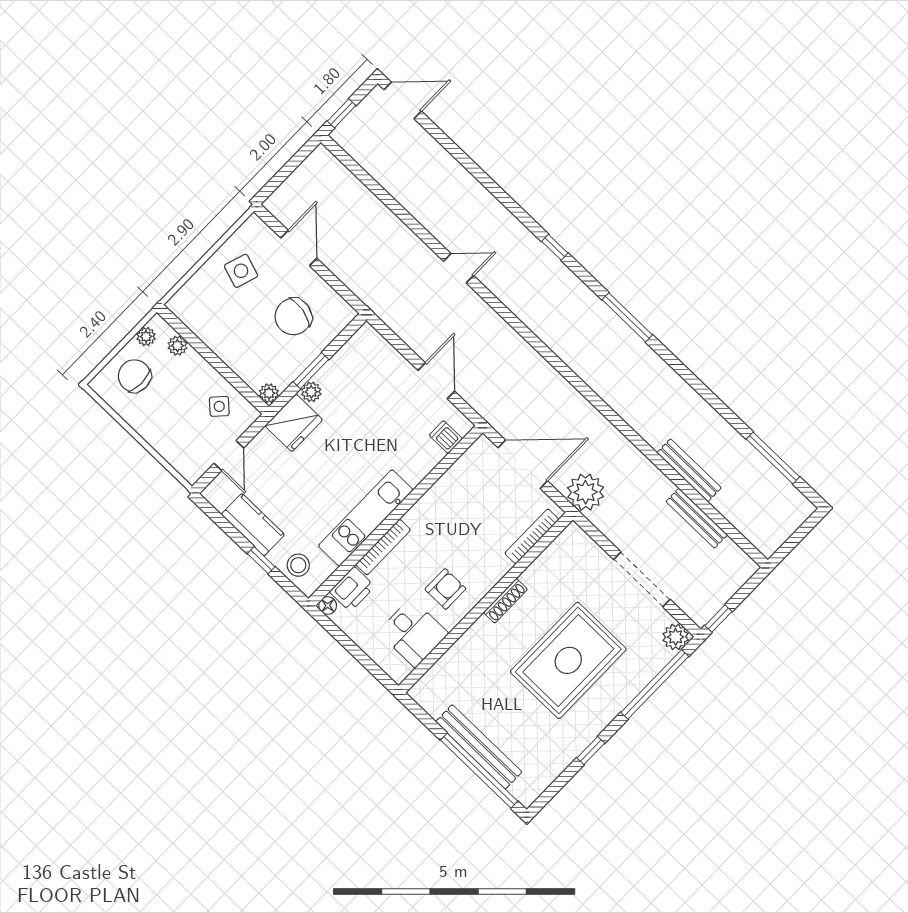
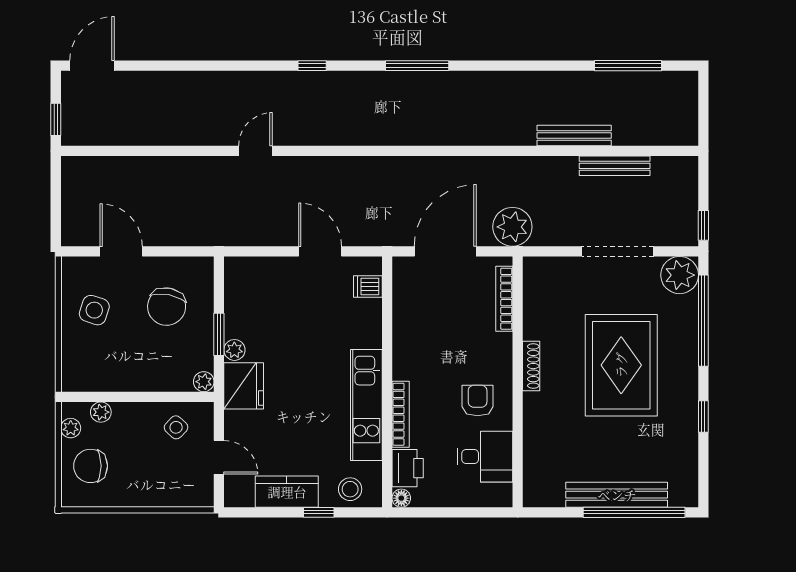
plant: (676, 637) -> (680, 275), width x1.36, depth x1.36

